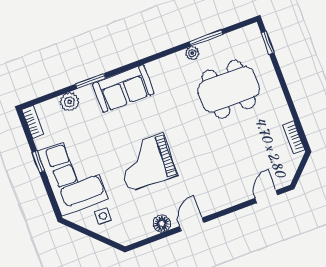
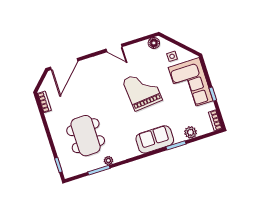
dining table: (229, 89) -> (86, 136), turned 90
grand piano: (146, 163) -> (142, 90), turned -97
door: (266, 197) -> (64, 64), width x1.88
floor lamp: (162, 224) -> (154, 43), moved
door: (192, 225) -> (114, 48), hinge flipped

